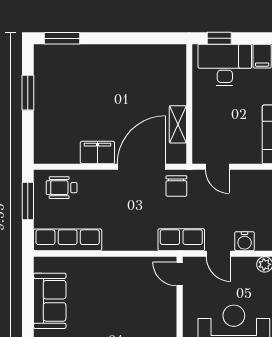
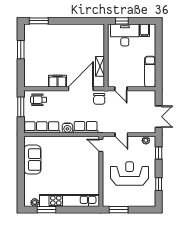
row of seats: (181, 240) -> (86, 127), moved
water cooler: (245, 241) -> (67, 128), moved

